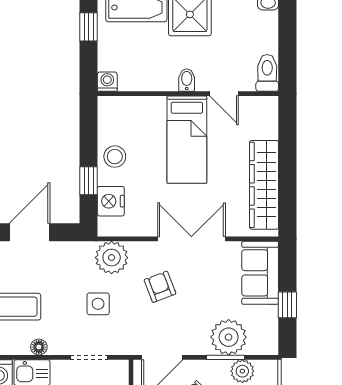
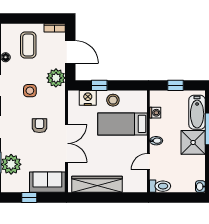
window: (89, 27) -> (176, 85), moved
washing machine: (107, 82) -> (155, 113), moved
bed: (187, 140) -> (122, 124), moved
plant: (112, 258) -> (56, 78), moved
armchair: (160, 287) -> (40, 126), turned -69

